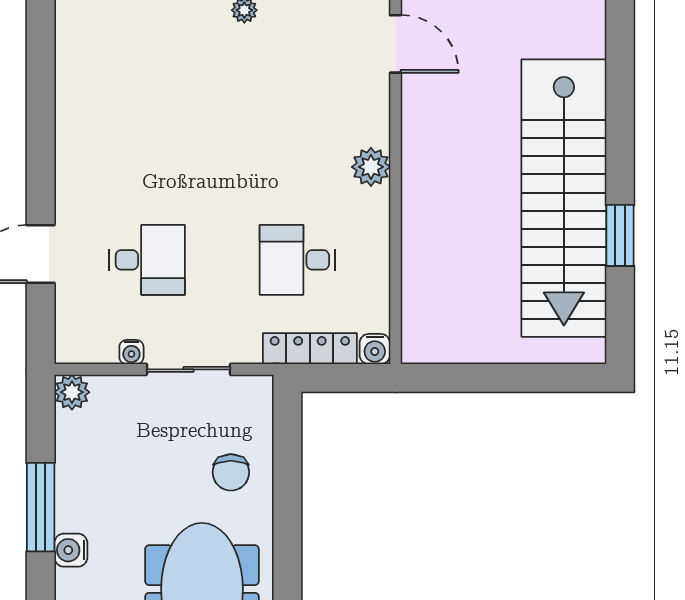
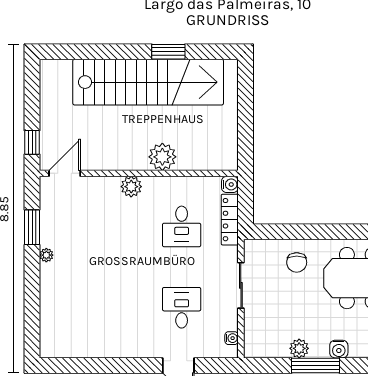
plant: (426, 224) -> (162, 157), added
water cooler: (131, 352) -> (232, 338), moved
plant: (72, 392) -> (299, 348), moved
chair: (231, 472) -> (297, 262), turned 90

